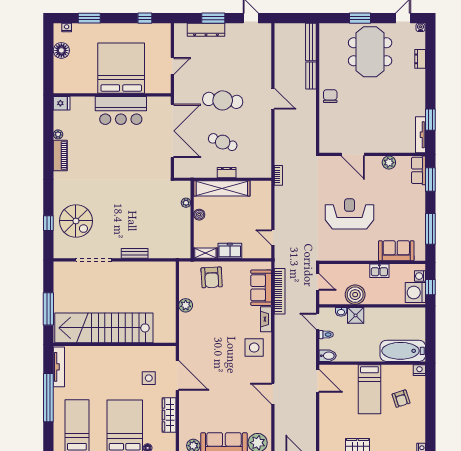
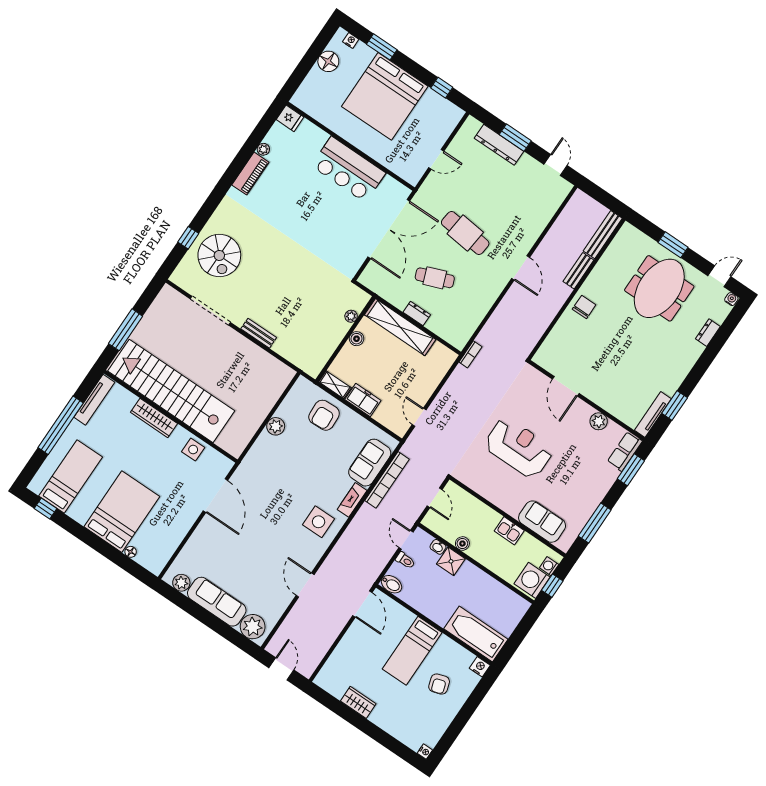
bed: (121, 68) -> (385, 96), moved, turned 180
cafe table: (223, 142) -> (435, 278), turned -42
boiler: (355, 295) -> (462, 544), width x0.54, depth x0.54
side table: (149, 378) -> (193, 450), moved
wardrobe: (169, 415) -> (154, 418), moved, turned -90

